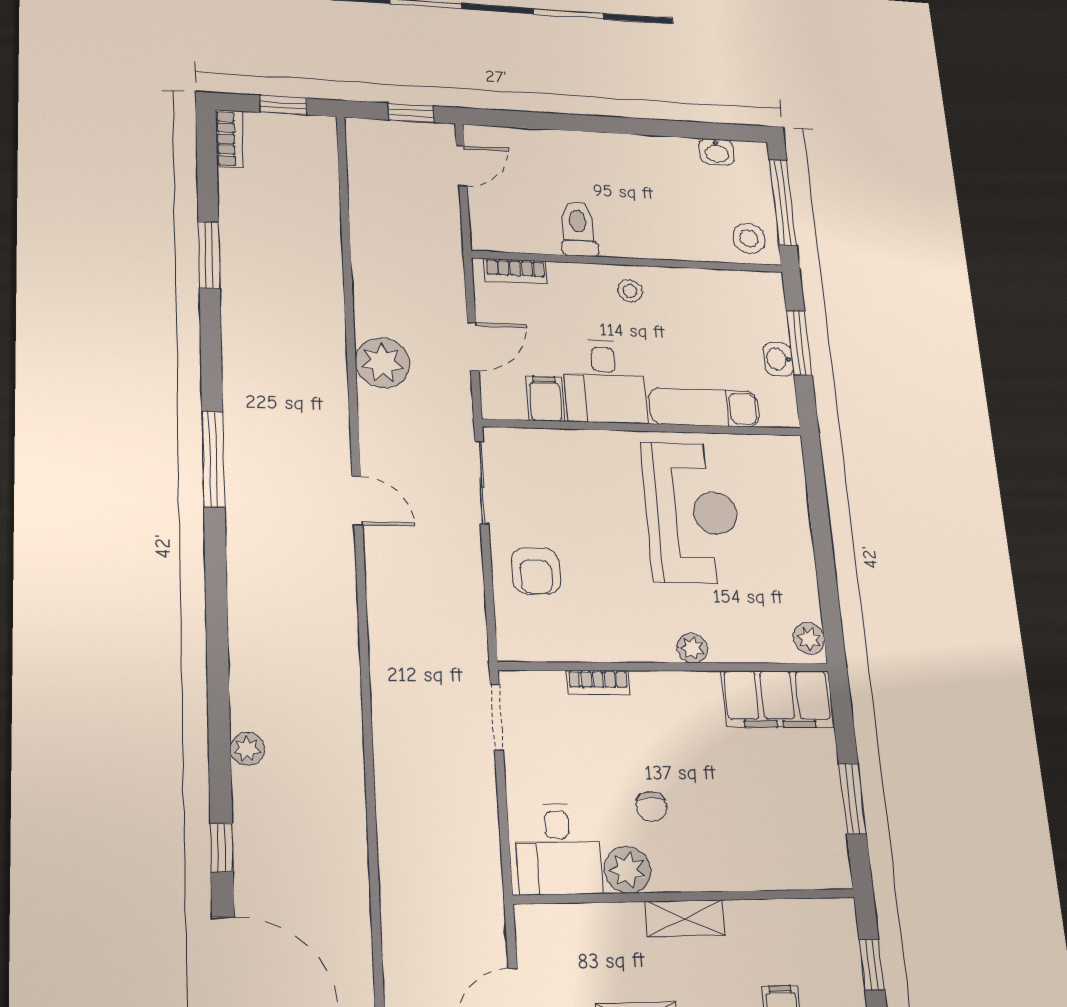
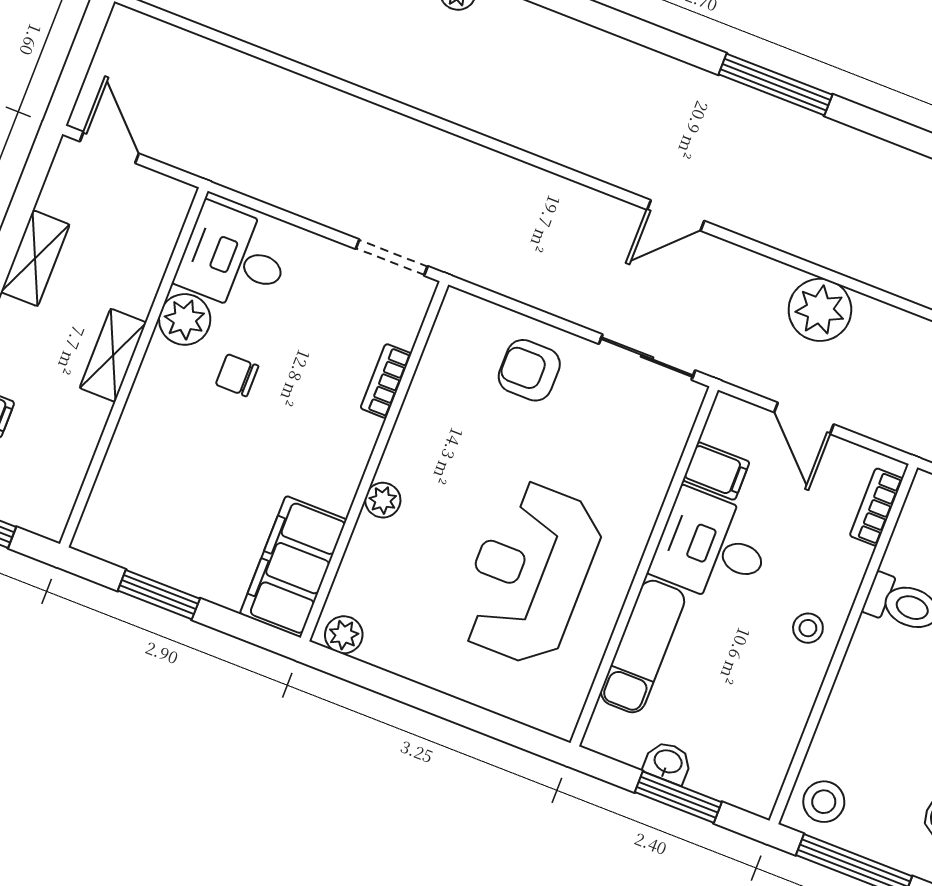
reception desk: (692, 513) -> (529, 573), turned 90

